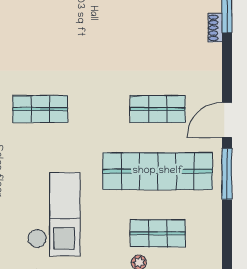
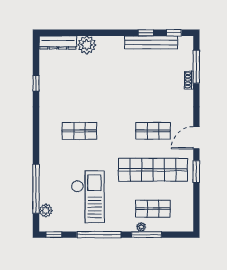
window: (227, 174) -> (196, 171), width x0.69

